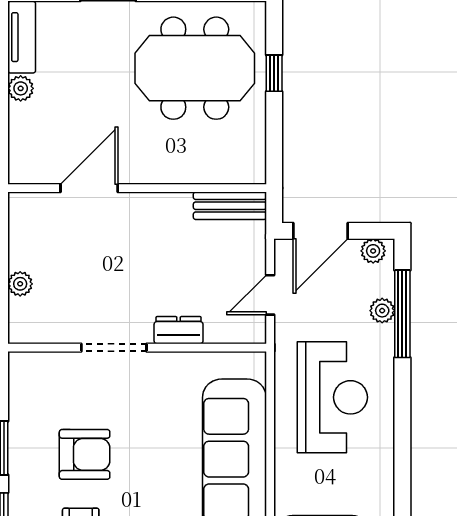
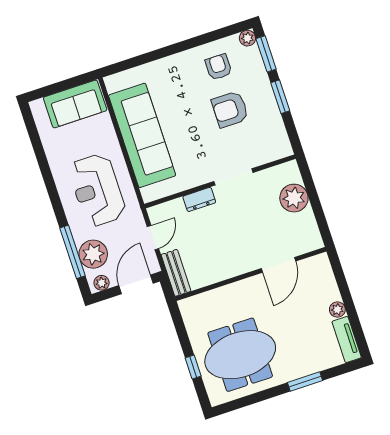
bench: (230, 206) -> (176, 273), moved, turned 90
plant: (20, 284) -> (294, 198), width x1.88, depth x1.88
plant: (382, 311) -> (93, 254), width x1.87, depth x1.87

